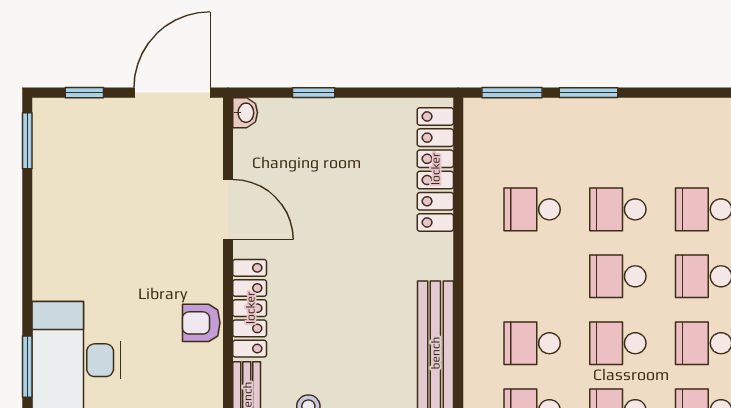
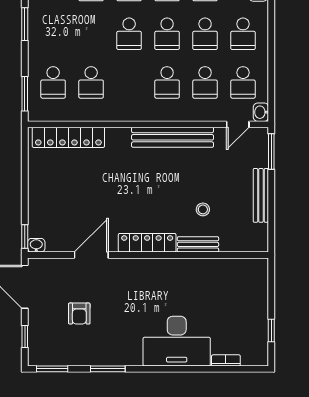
window: (314, 93) -> (25, 236), moved
window: (588, 93) -> (25, 24), moved
school desk: (618, 209) -> (53, 82), moved
armchair: (201, 323) -> (79, 314), moved
window: (27, 367) -> (108, 369), moved

